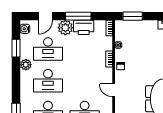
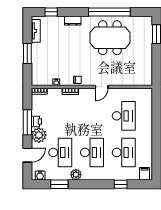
door: (45, 16) -> (27, 155), hinge flipped
window: (133, 16) -> (27, 54), moved
printer: (84, 27) -> (36, 122), width x0.53, depth x0.68

